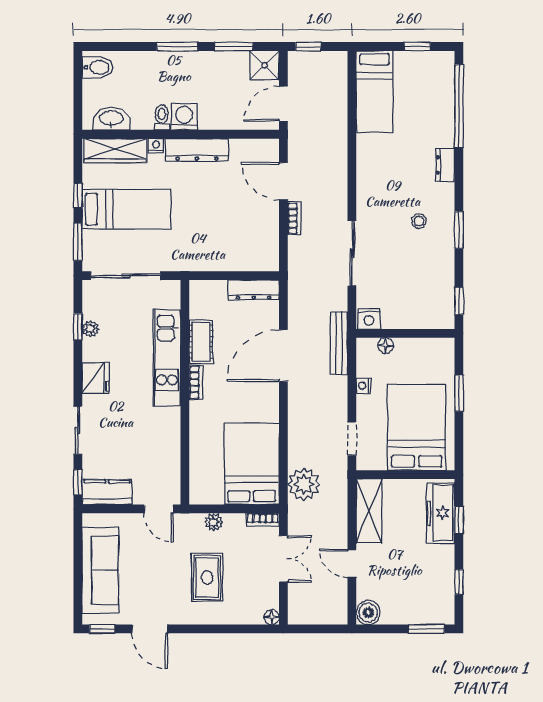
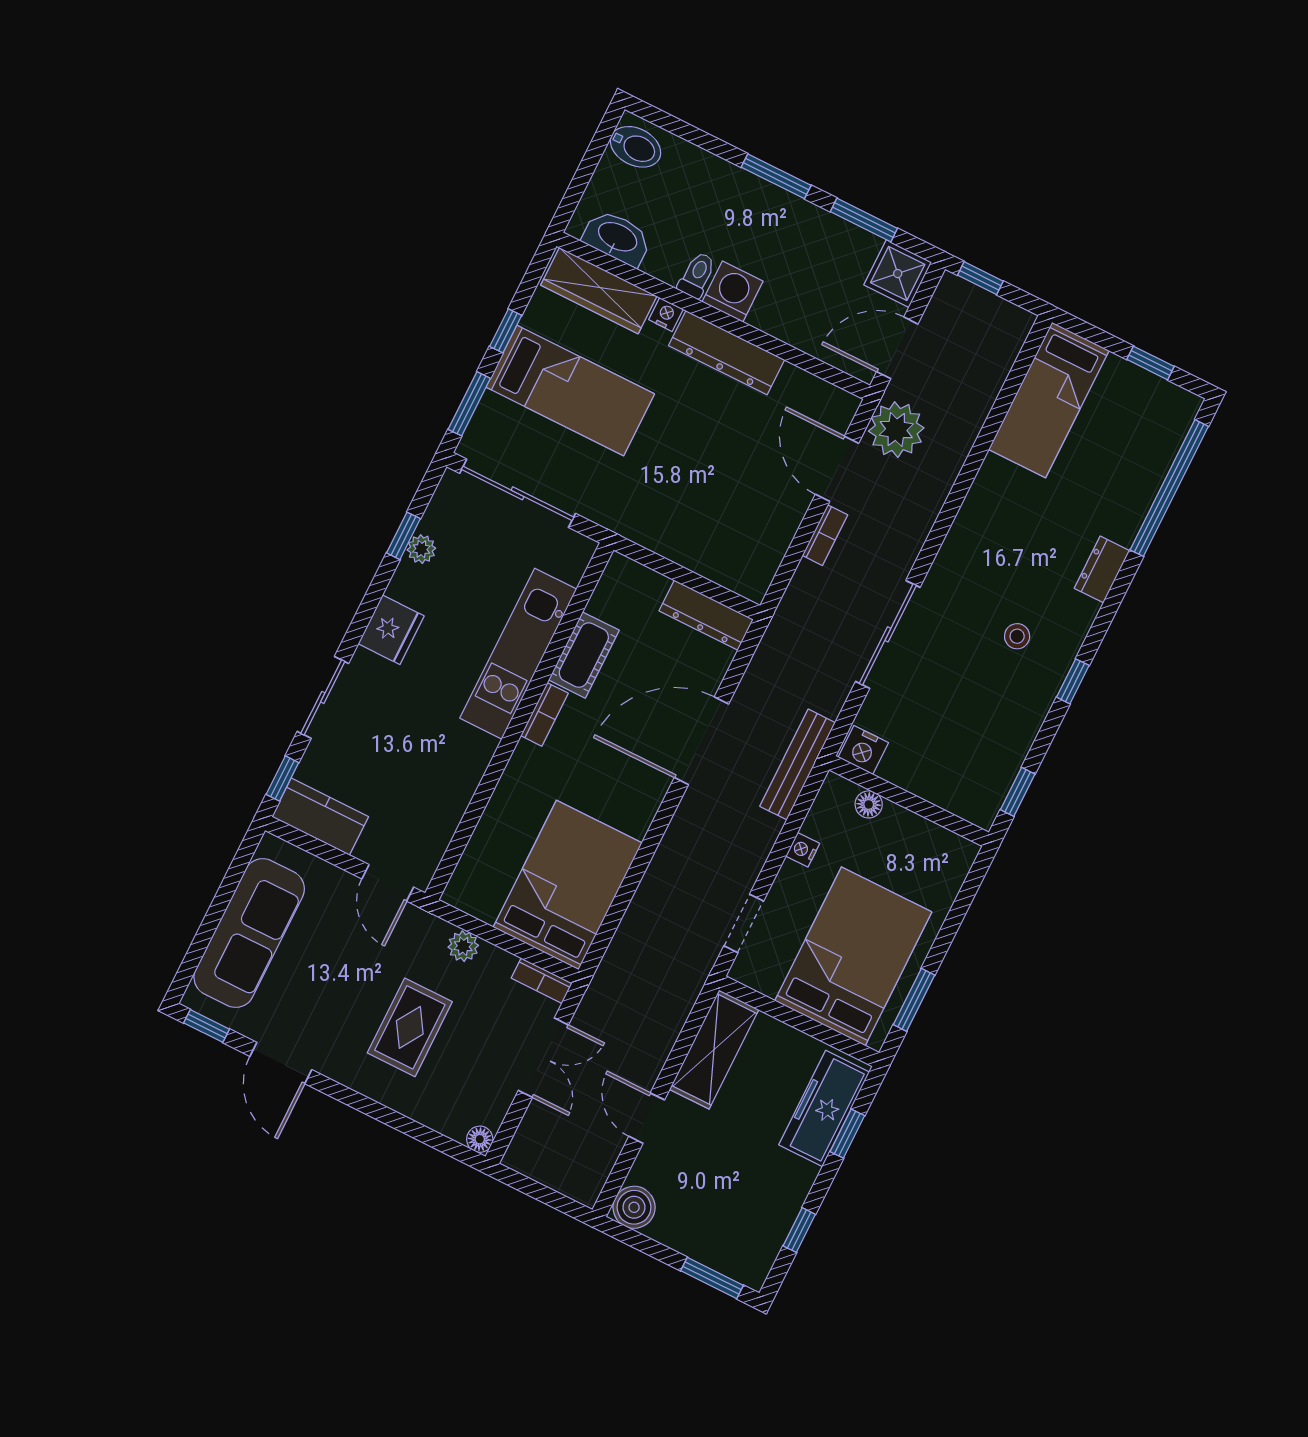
window: (459, 230) -> (1073, 681), width x0.67
window: (459, 393) -> (914, 1000), moved
plant: (304, 484) -> (896, 430), moved

